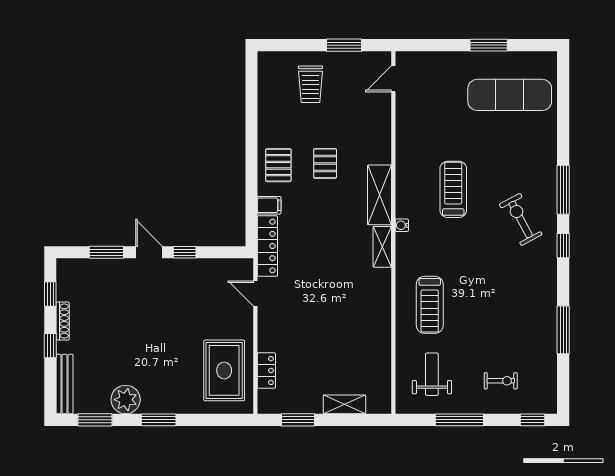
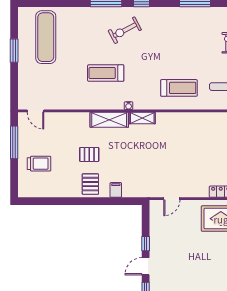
window: (344, 45) -> (14, 142), width x1.44
pallet: (278, 165) -> (90, 184), turned 90
locker: (267, 246) -> (142, 191), removed

